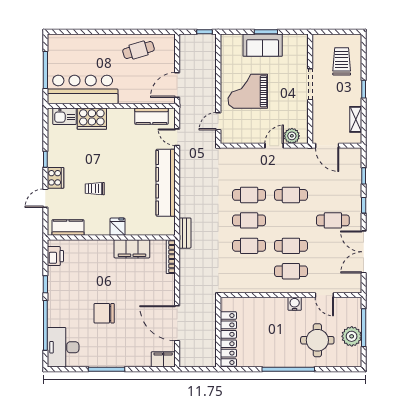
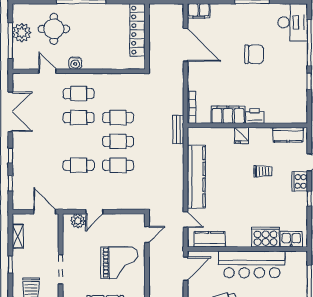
bar counter: (83, 89) -> (252, 264), moved
cafe table: (333, 220) -> (39, 141), removed
printer: (55, 256) -> (255, 116), moved, turned 90

